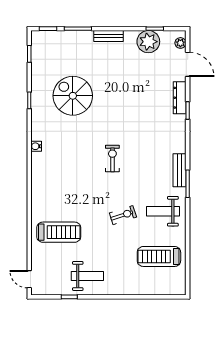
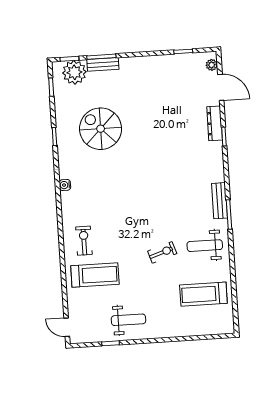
bench: (108, 36) -> (103, 64), moved
plant: (148, 42) -> (74, 72), moved
exercise bike: (112, 159) -> (84, 241), moved

